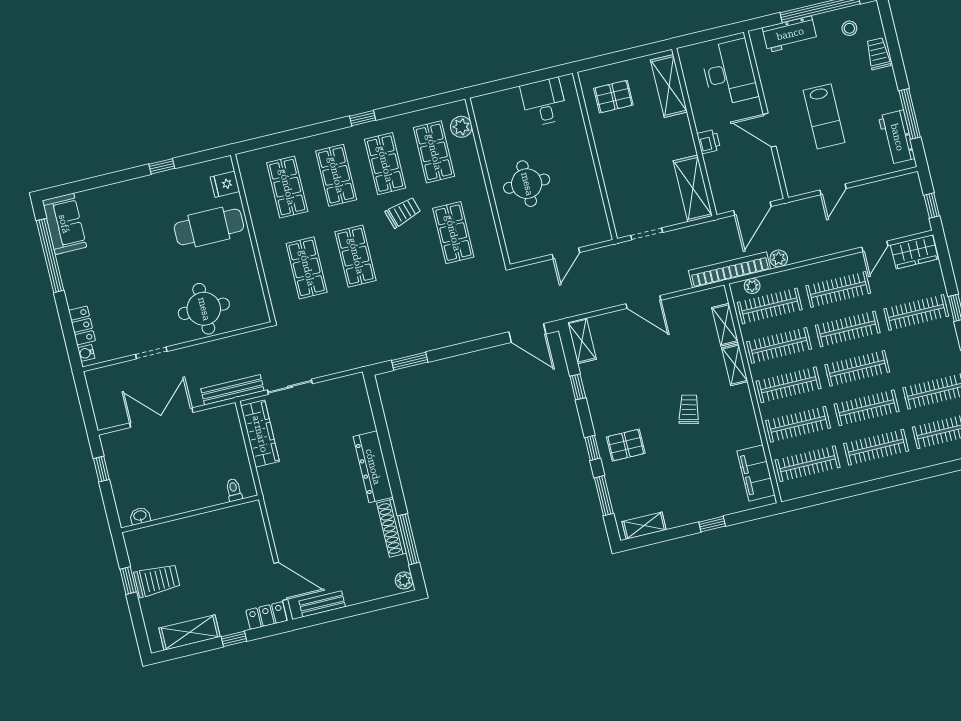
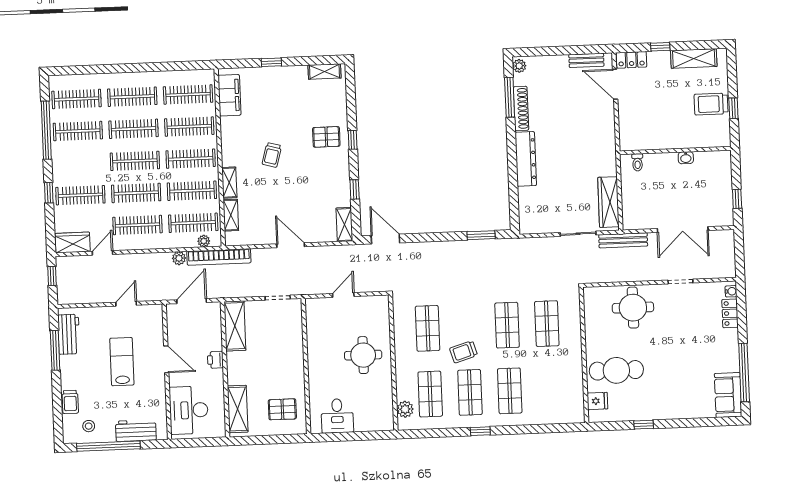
shop shelf: (287, 187) -> (549, 389), removed
window: (604, 496) -> (351, 101), removed
washbasin: (140, 516) -> (686, 158), moved

